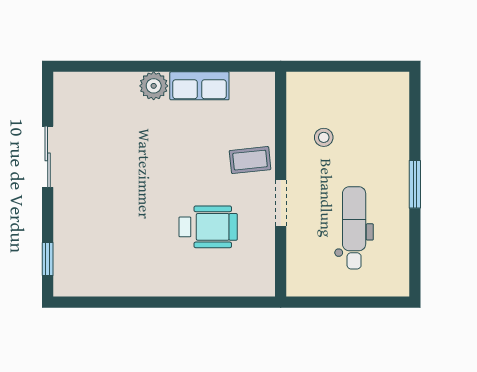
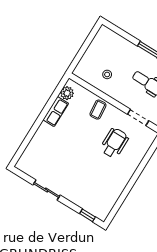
plant: (154, 86) -> (67, 93), moved
doorway: (281, 203) -> (138, 117), moved

